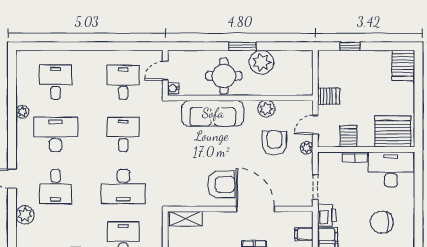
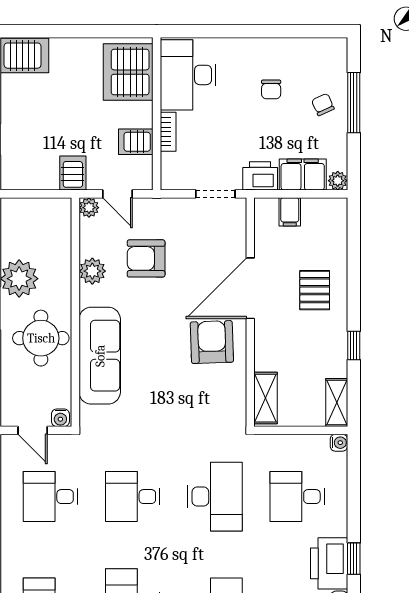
plant: (307, 148) -> (89, 208), moved
chair: (382, 222) -> (271, 89), width x0.54, depth x0.54

